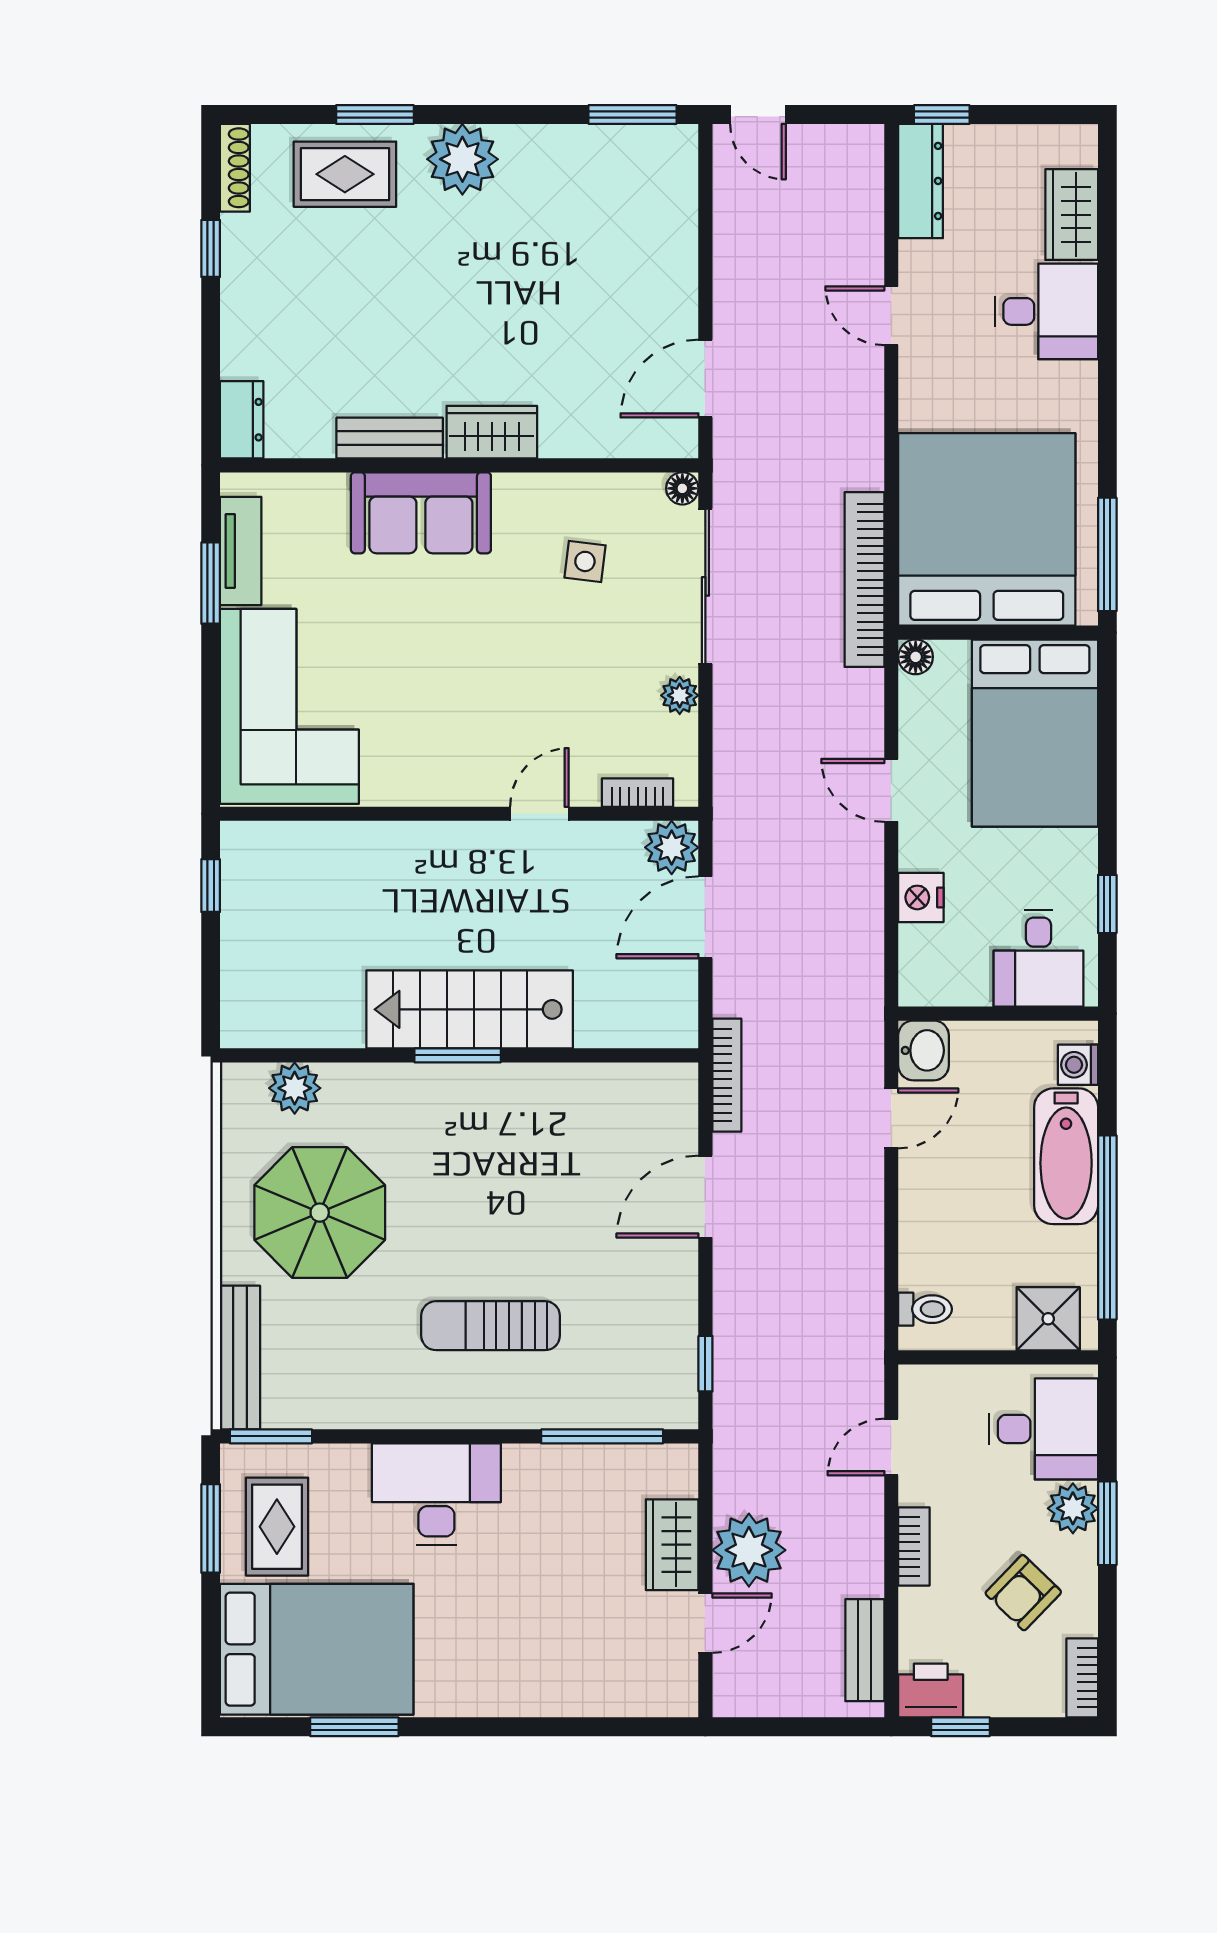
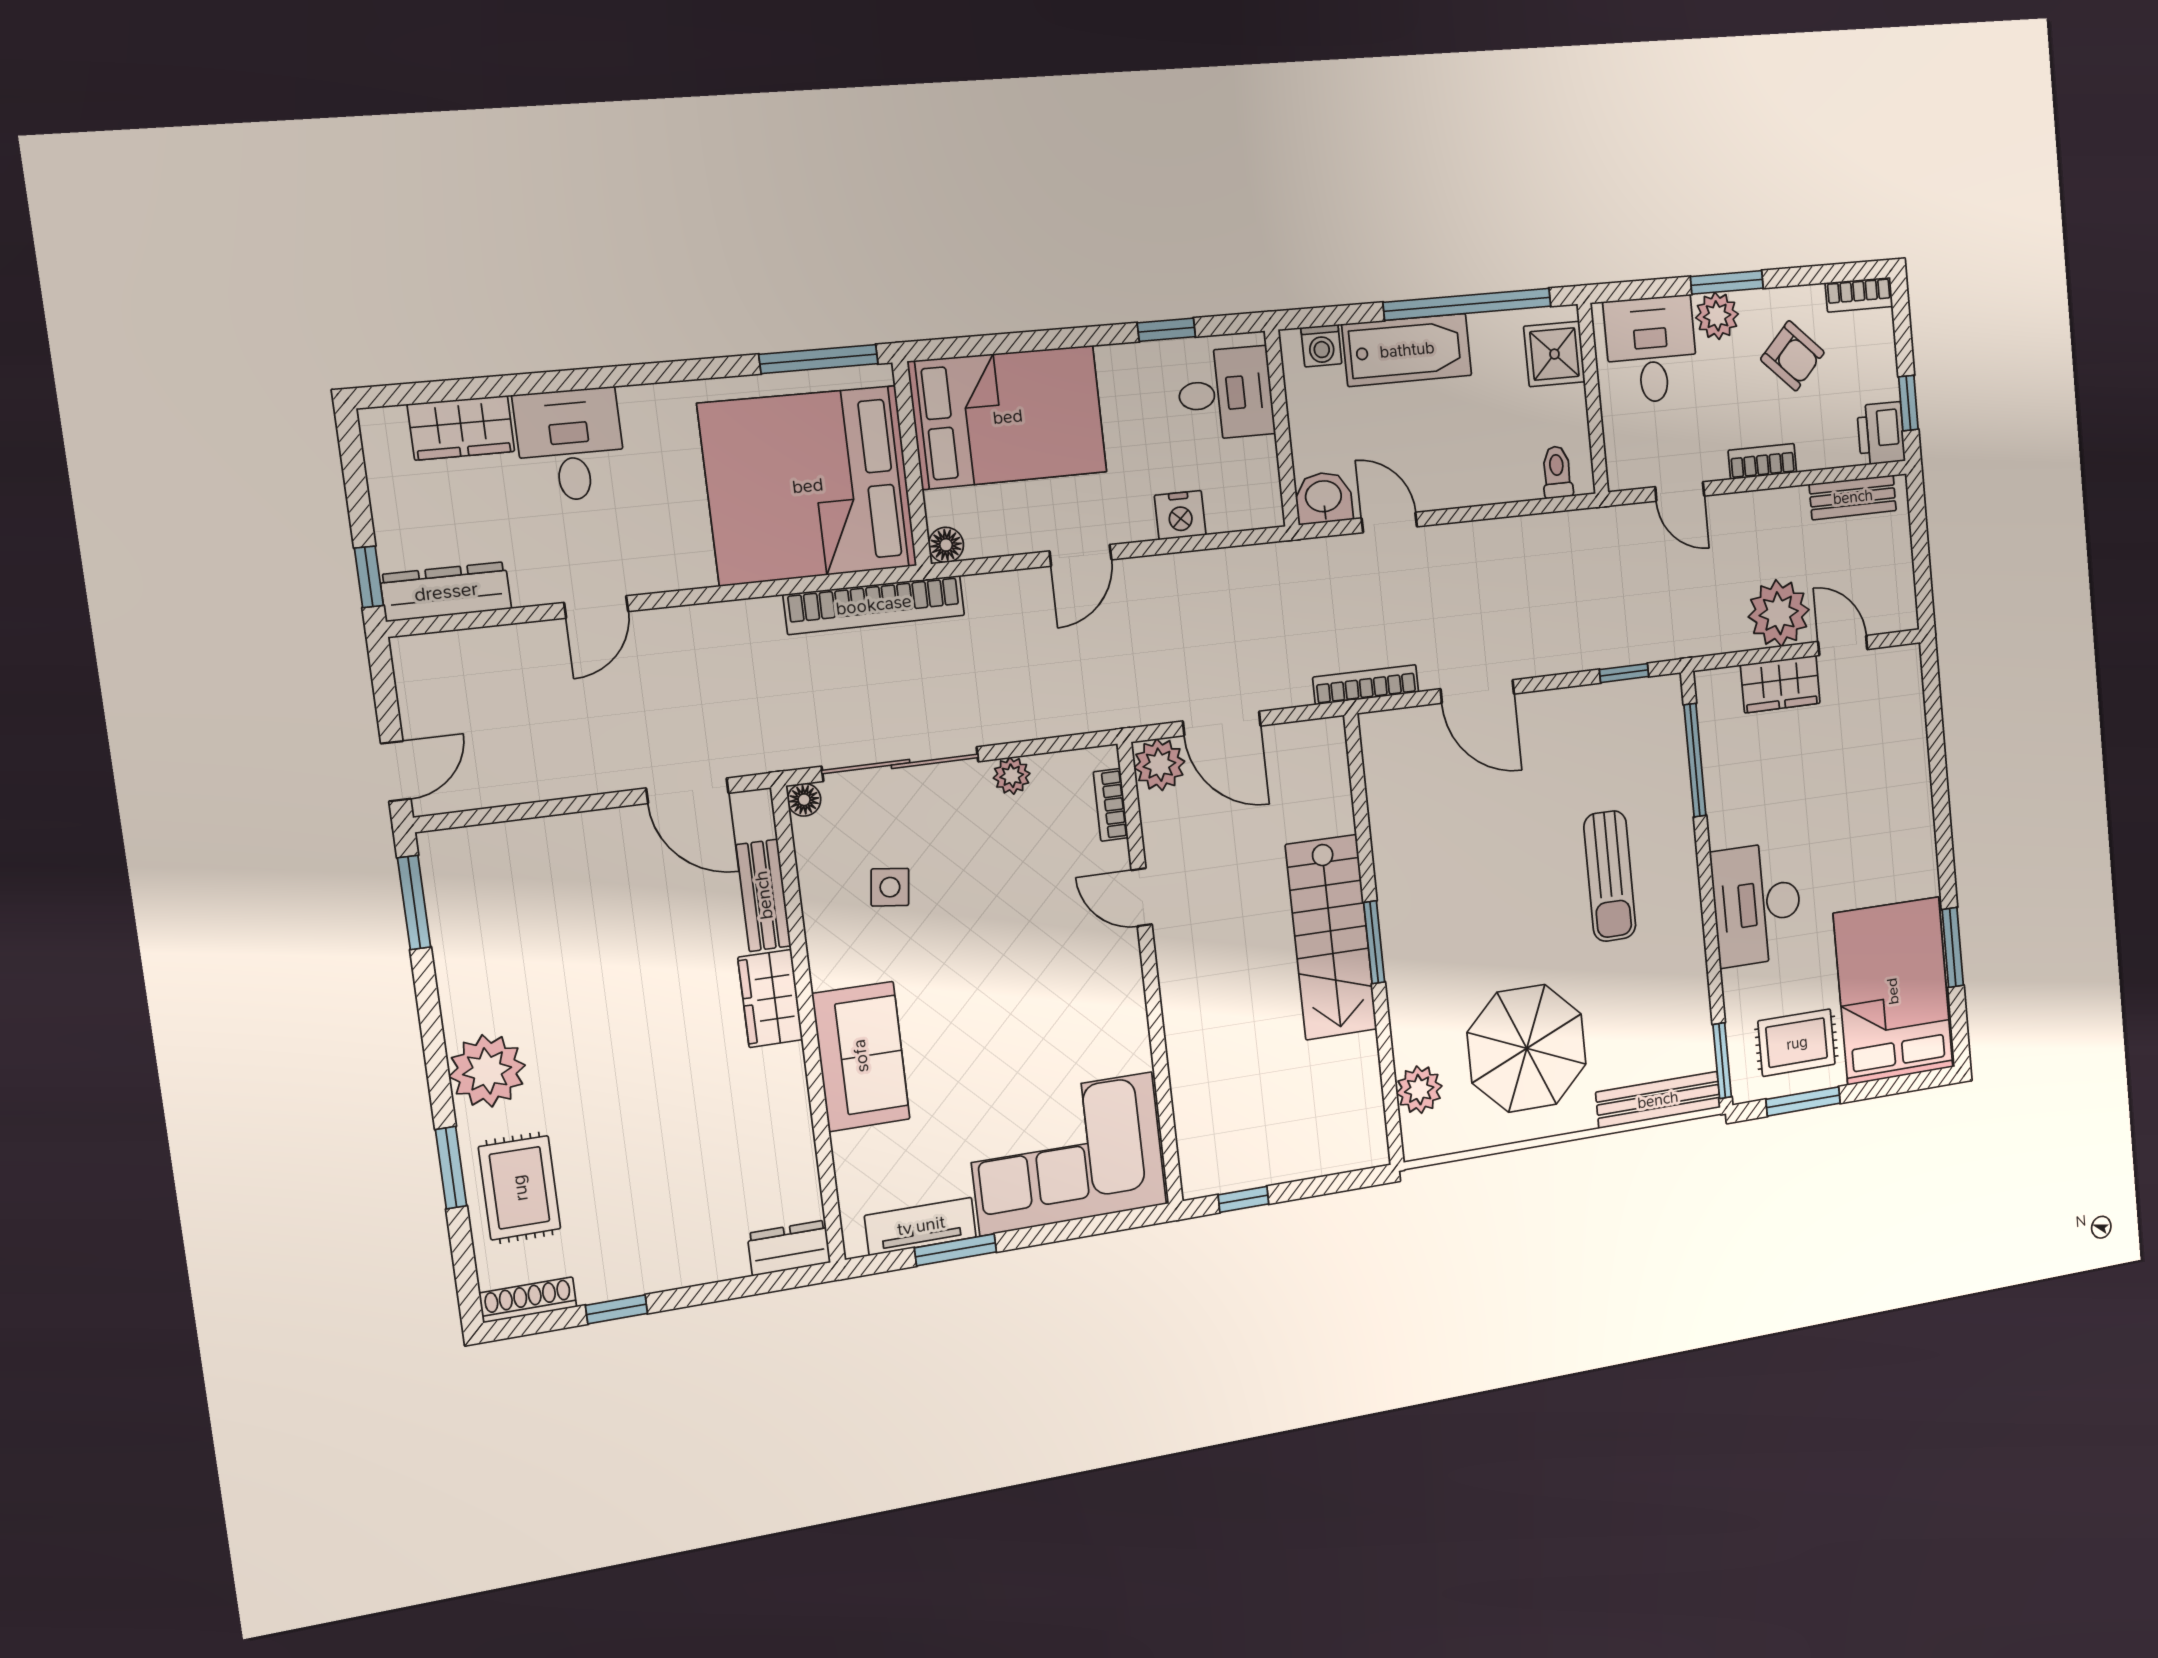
bench: (390, 438) -> (764, 895), moved

